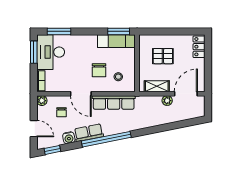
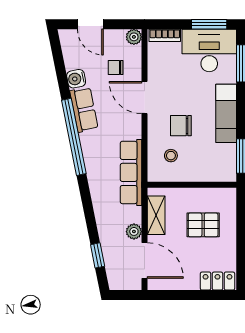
exam couch: (116, 41) -> (226, 113), moved
pallet: (163, 56) -> (203, 225), turned 90
door: (81, 94) -> (145, 97), hinge flipped
row of seats: (114, 102) -> (131, 172), moved
door: (34, 129) -> (90, 24), hinge flipped
window: (52, 150) -> (98, 255), moved

